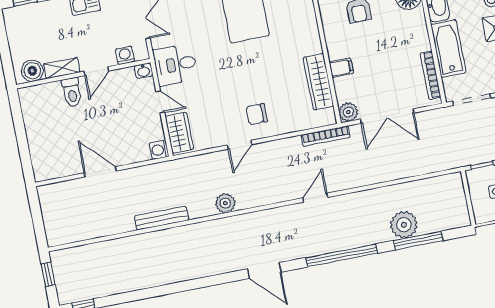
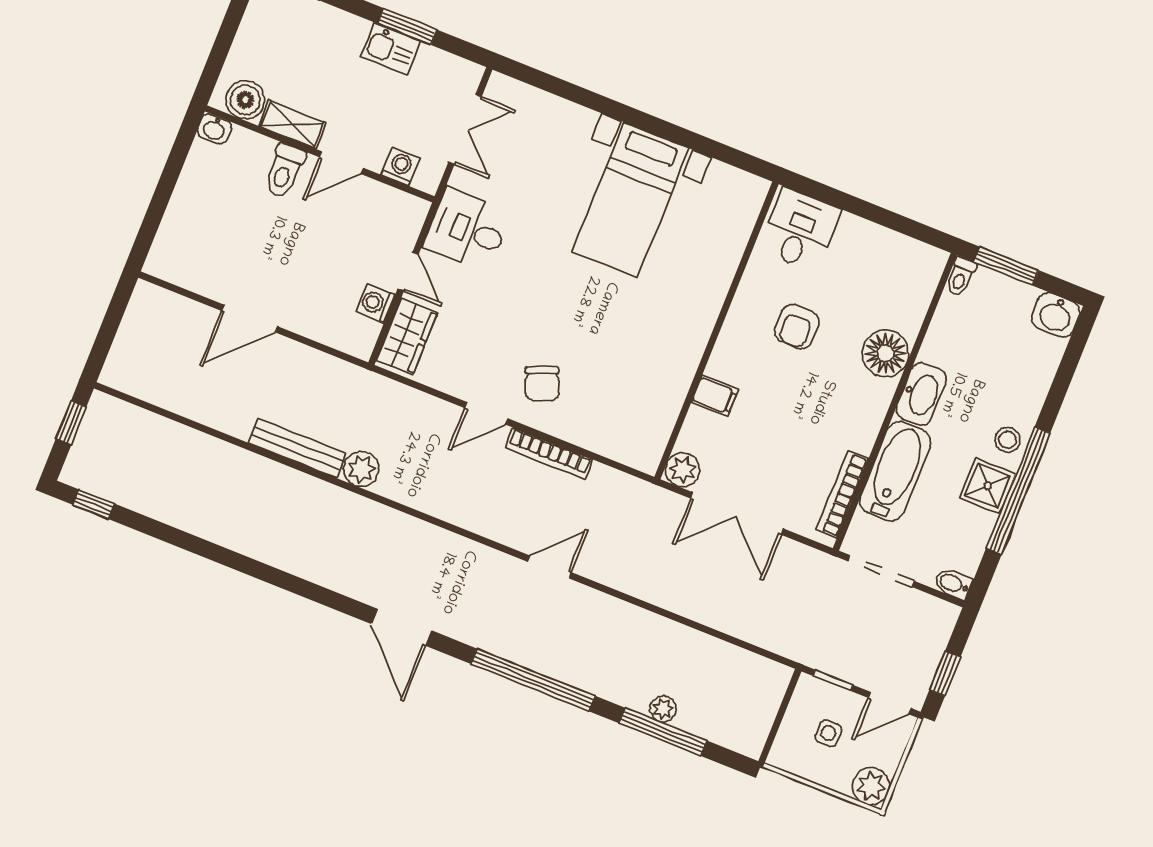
washbasin: (144, 71) -> (214, 129), moved
wardrobe: (318, 82) -> (667, 395), removed
chair: (257, 114) -> (542, 384), turned -112
bookcase: (326, 136) -> (549, 454), moved
washing machine: (159, 150) -> (376, 303), moved
door: (100, 172) -> (250, 319), swing flipped
plant: (225, 203) -> (361, 469), moved
plant: (404, 225) -> (663, 709), width x0.53, depth x0.53

